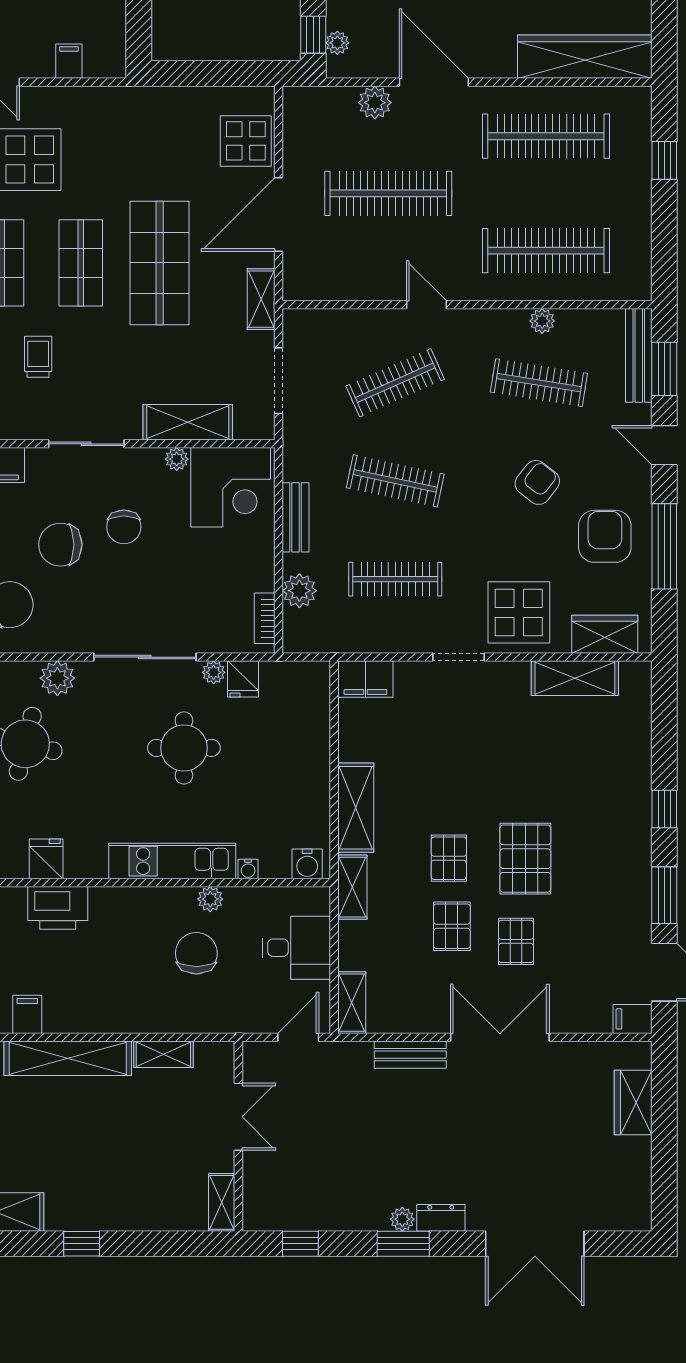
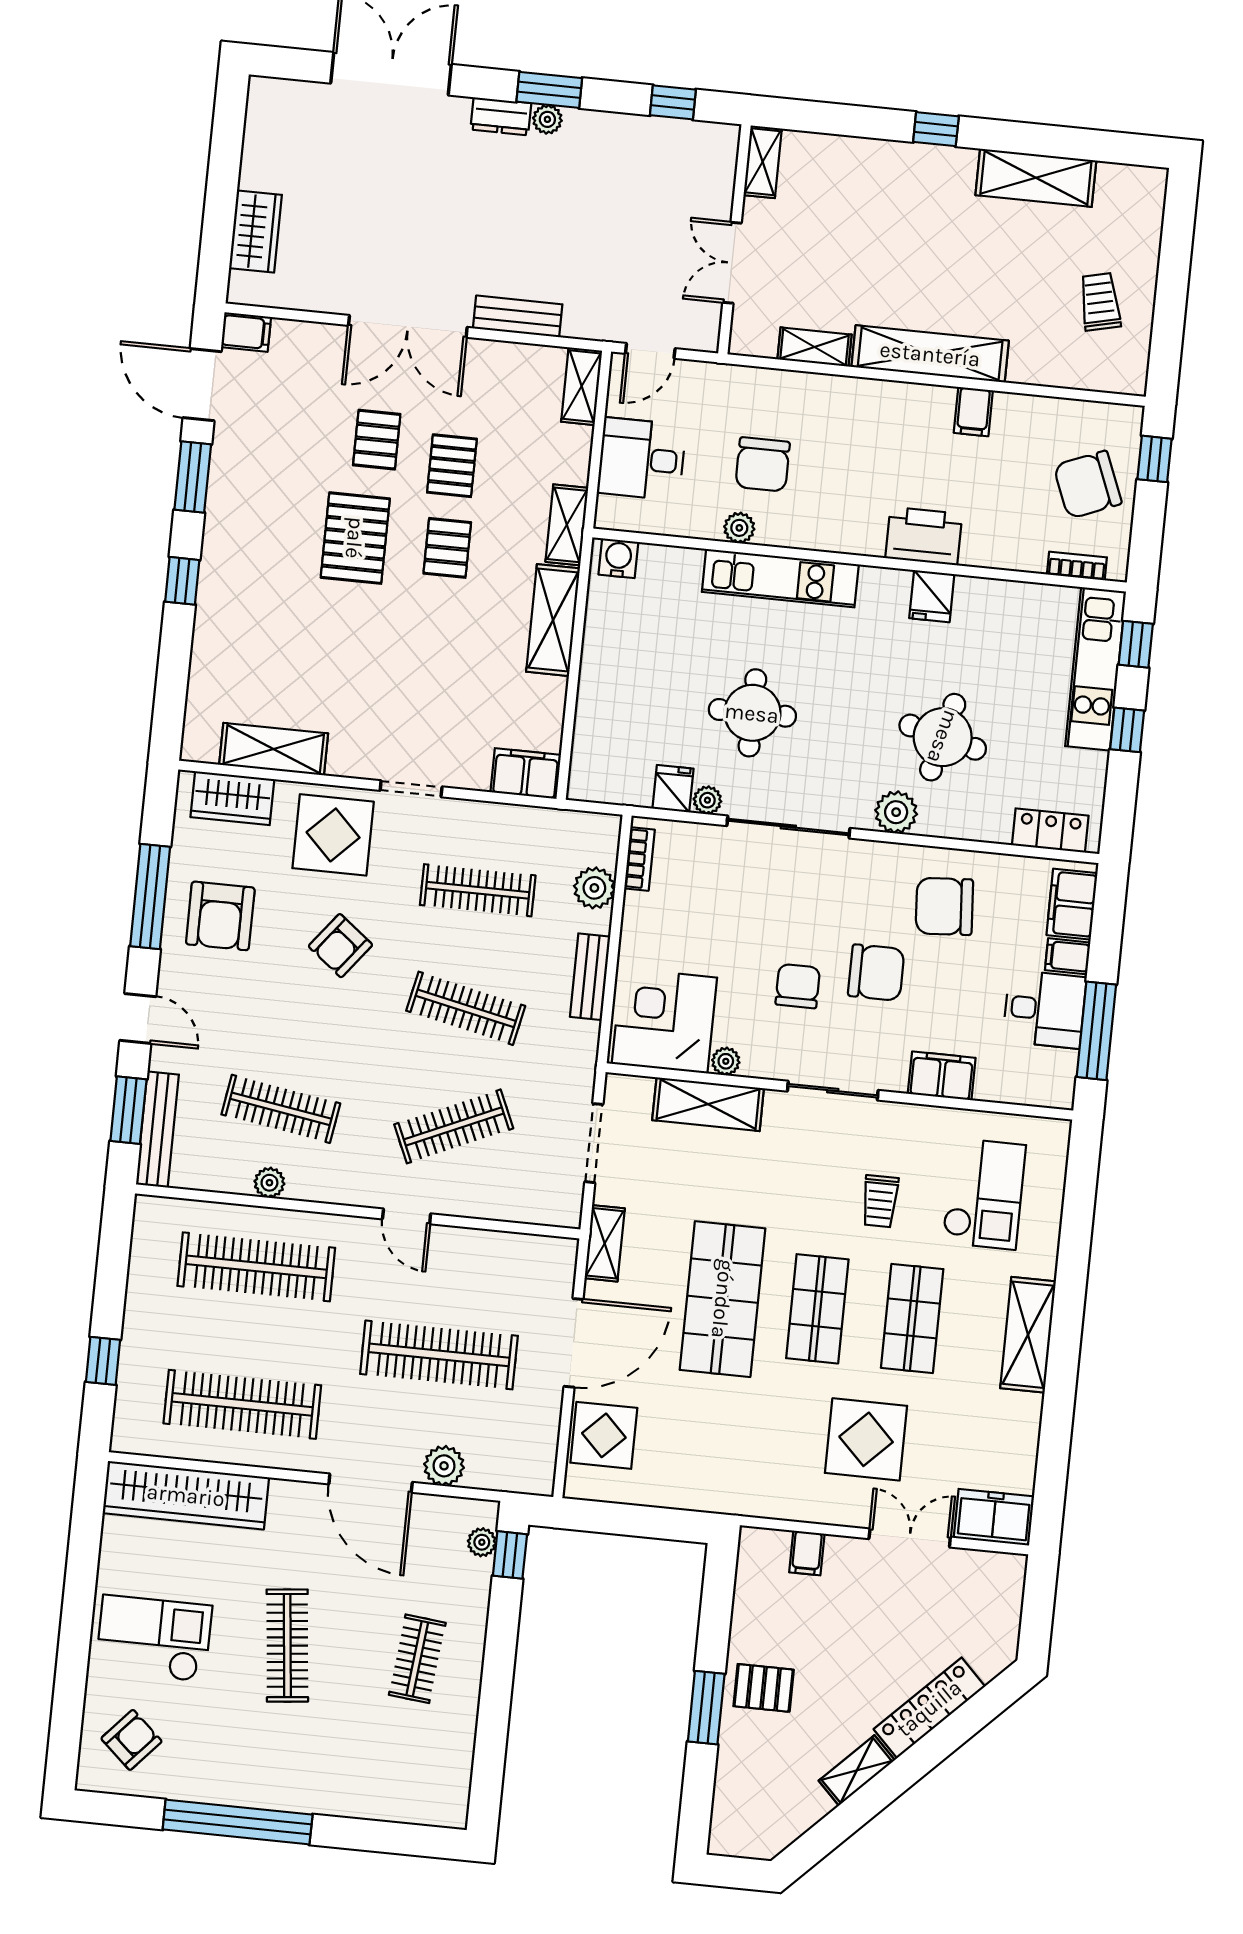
armchair: (537, 482) -> (340, 946), moved
water cooler: (248, 869) -> (690, 559), removed

